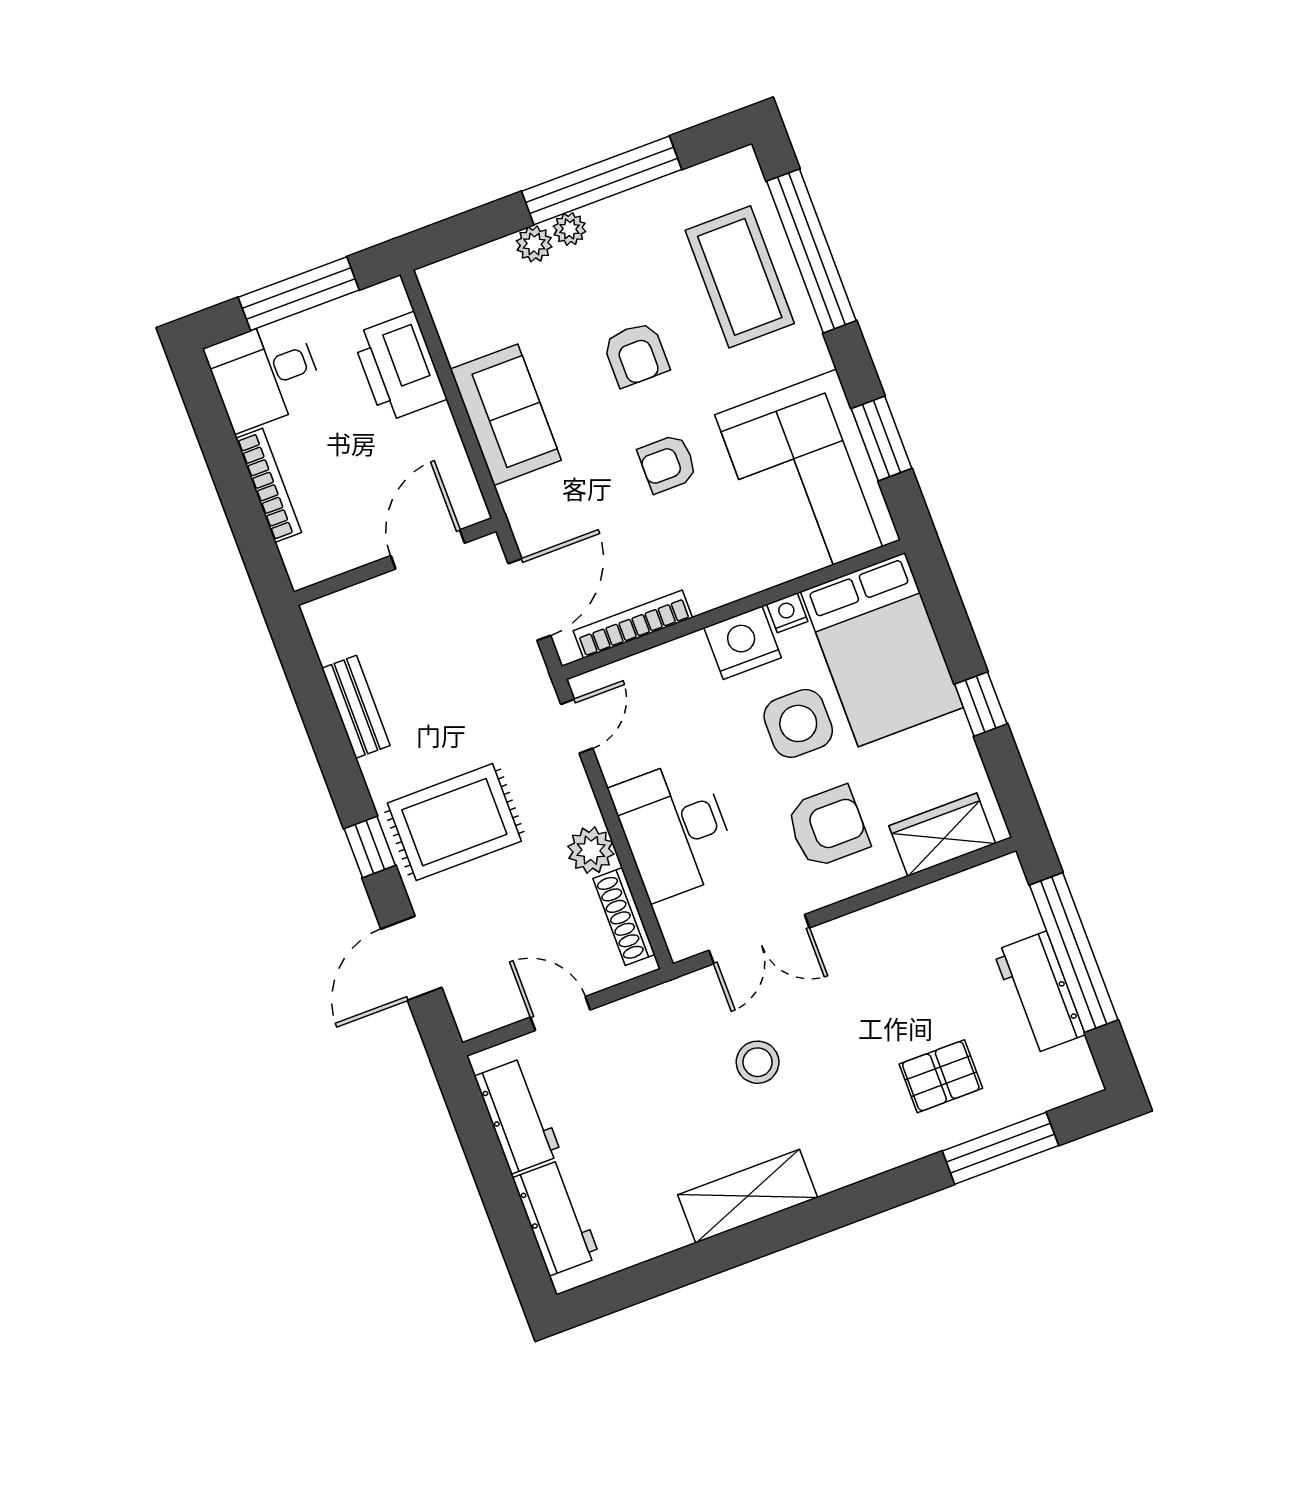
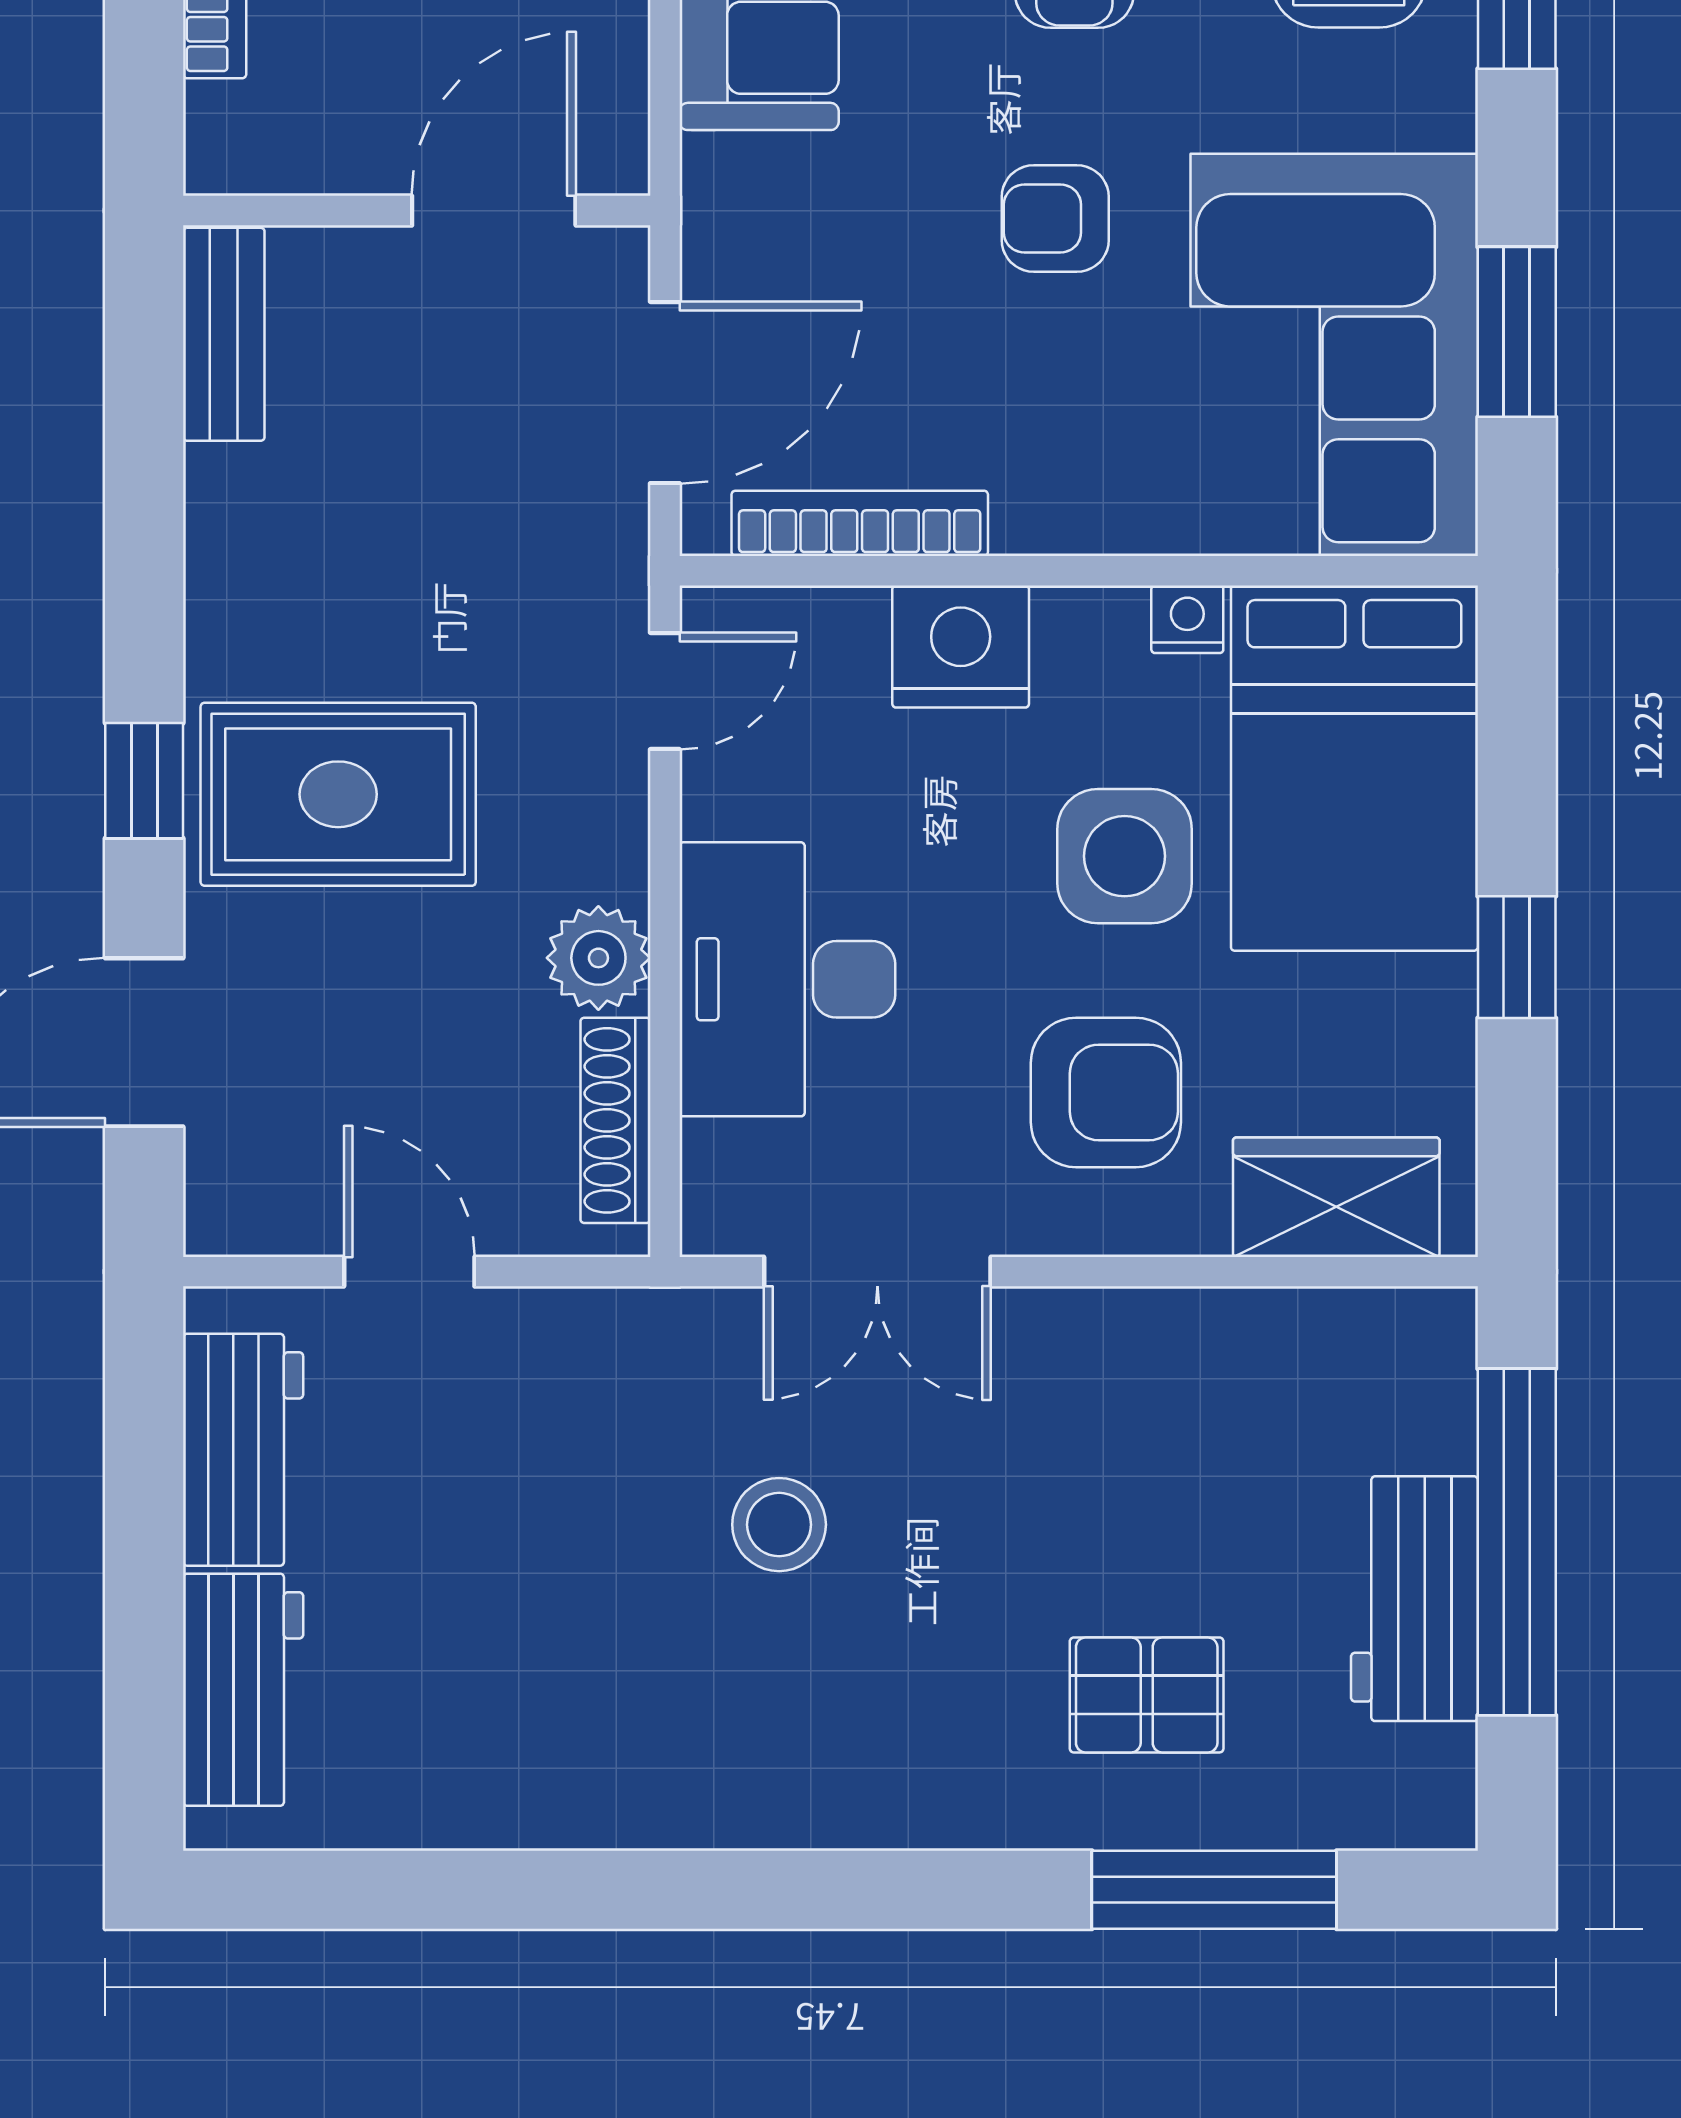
nightstand: (743, 643) -> (961, 647), moved
bench: (356, 707) -> (224, 334), moved
shelving: (748, 1196) -> (655, 1794), removed

